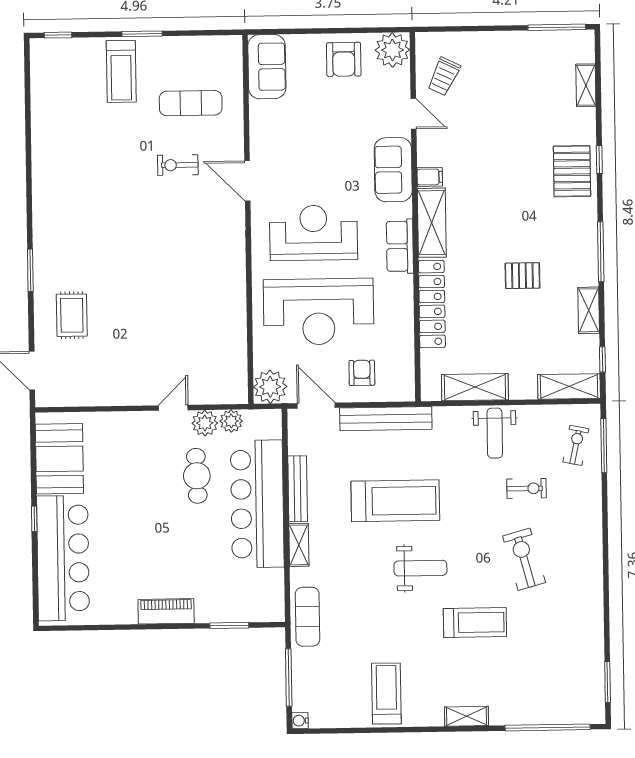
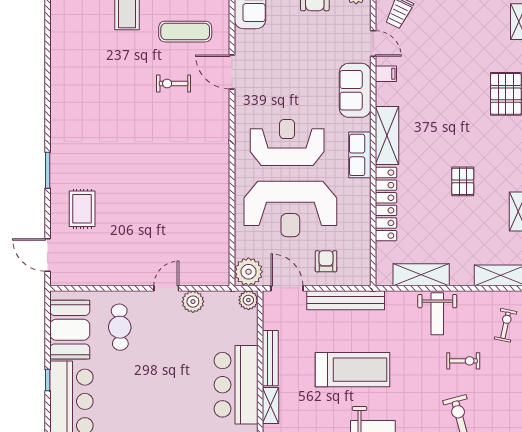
filing cabinet: (430, 177) -> (386, 74), moved
door: (247, 181) -> (232, 72), moved
pallet: (522, 276) -> (463, 181), turned 90
plant: (231, 421) -> (248, 300), moved
cafe table: (197, 476) -> (120, 327), moved
bar counter: (257, 504) -> (236, 385), width x0.73

